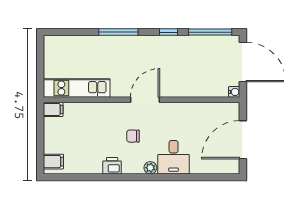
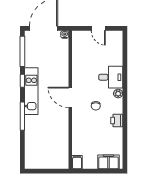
kitchen unit: (77, 88) -> (31, 91), moved, turned 180
door: (243, 140) -> (98, 28), width x0.53
filing cabinet: (53, 162) -> (108, 162), width x2.00

